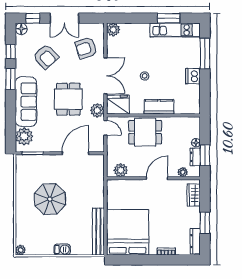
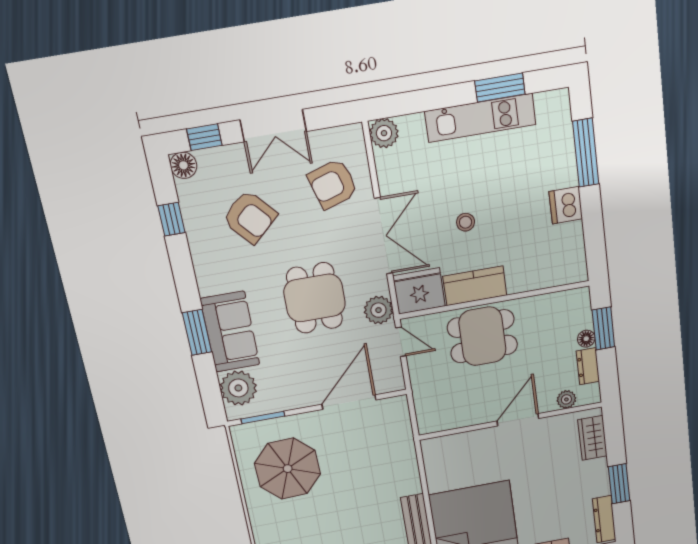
kitchen unit: (175, 30) -> (480, 118), moved
window: (11, 79) -> (197, 332), moved
sofa: (26, 102) -> (230, 332), width x0.73
kitchen counter: (159, 107) -> (475, 286), moved
window: (205, 155) -> (603, 328), moved
plant: (121, 170) -> (444, 418), removed
parasol: (50, 199) -> (288, 469), moved

